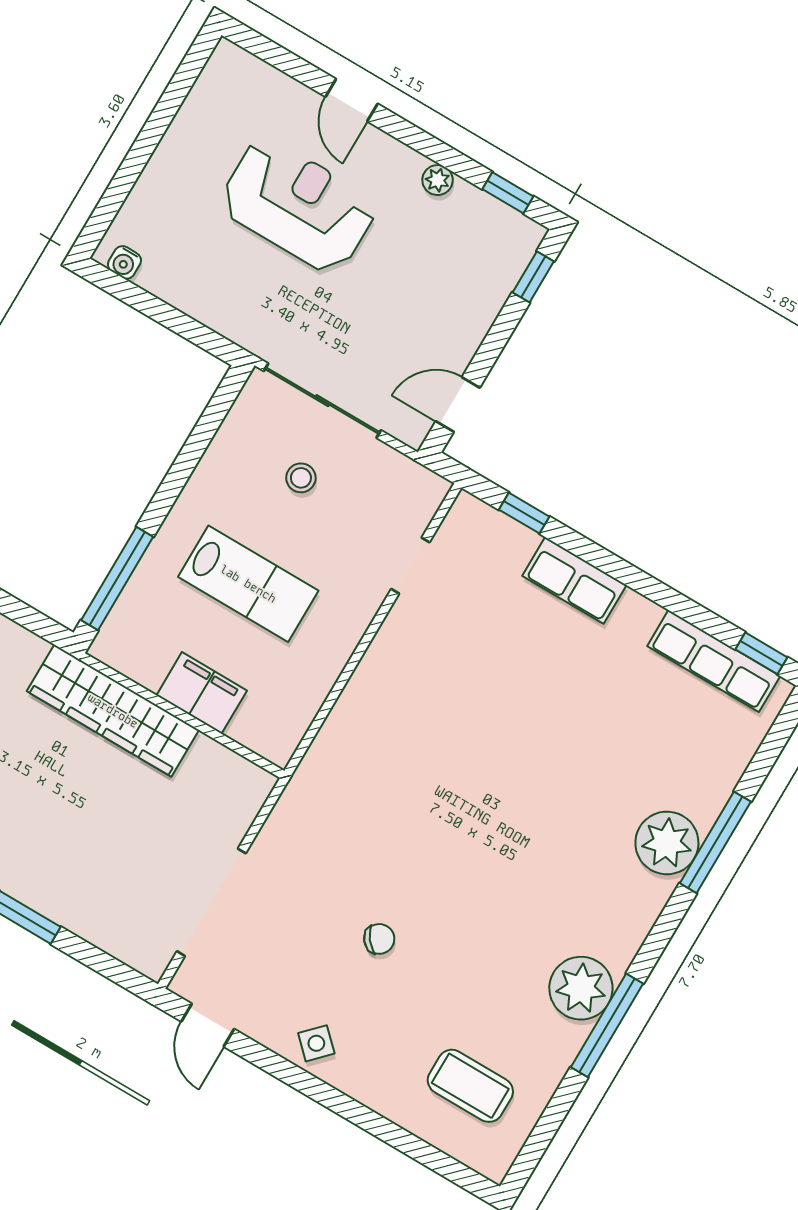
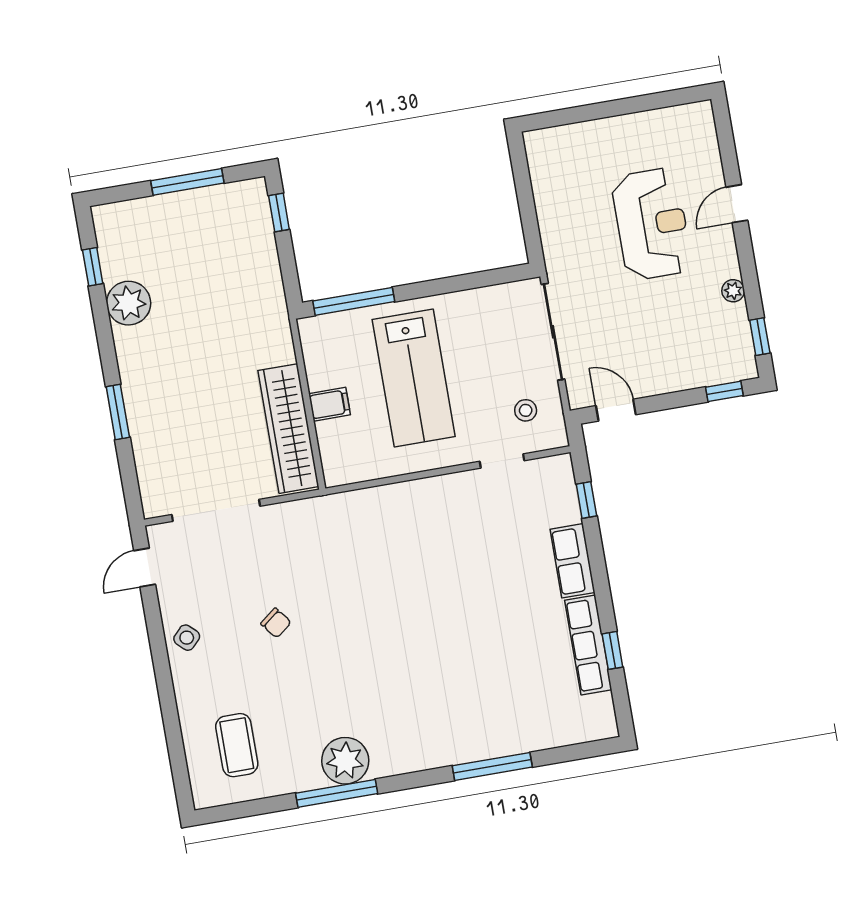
water cooler: (124, 262) -> (536, 153), removed
stool: (301, 478) -> (526, 410), moved
lab bench: (248, 584) -> (414, 378), width x1.36, depth x1.39
window: (761, 653) -> (612, 650), moved
row of seats: (714, 661) -> (588, 645), moved
filing cabinet: (202, 693) -> (330, 404), width x0.50
wardrobe: (113, 711) -> (288, 429), moved
plant: (667, 843) -> (469, 739), removed

